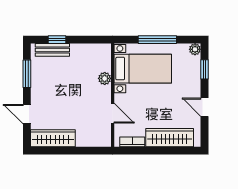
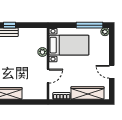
window: (157, 40) -> (90, 25), moved
window: (205, 69) -> (112, 46), removed
door: (113, 113) -> (48, 76), hinge flipped

